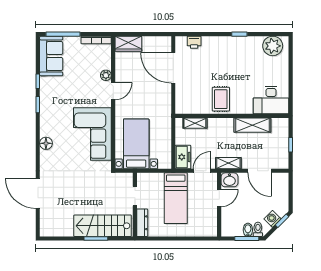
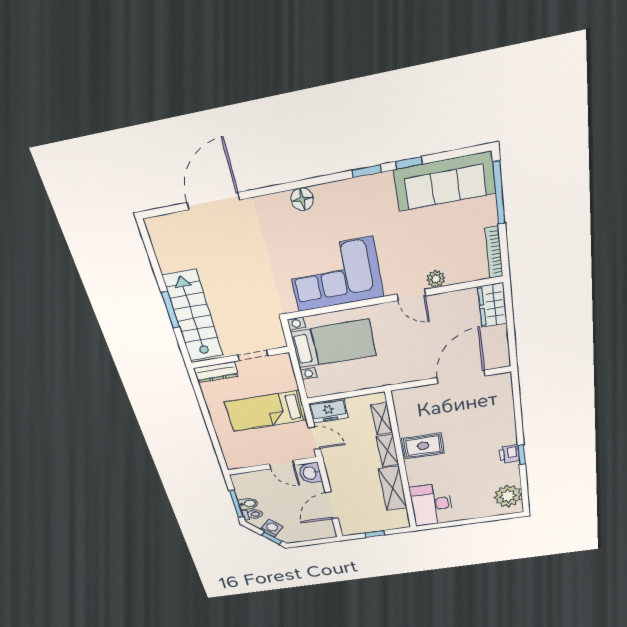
printer: (194, 42) -> (509, 454), moved
sofa: (51, 56) -> (445, 181), width x1.36
shelving: (228, 163) -> (388, 451), moved

